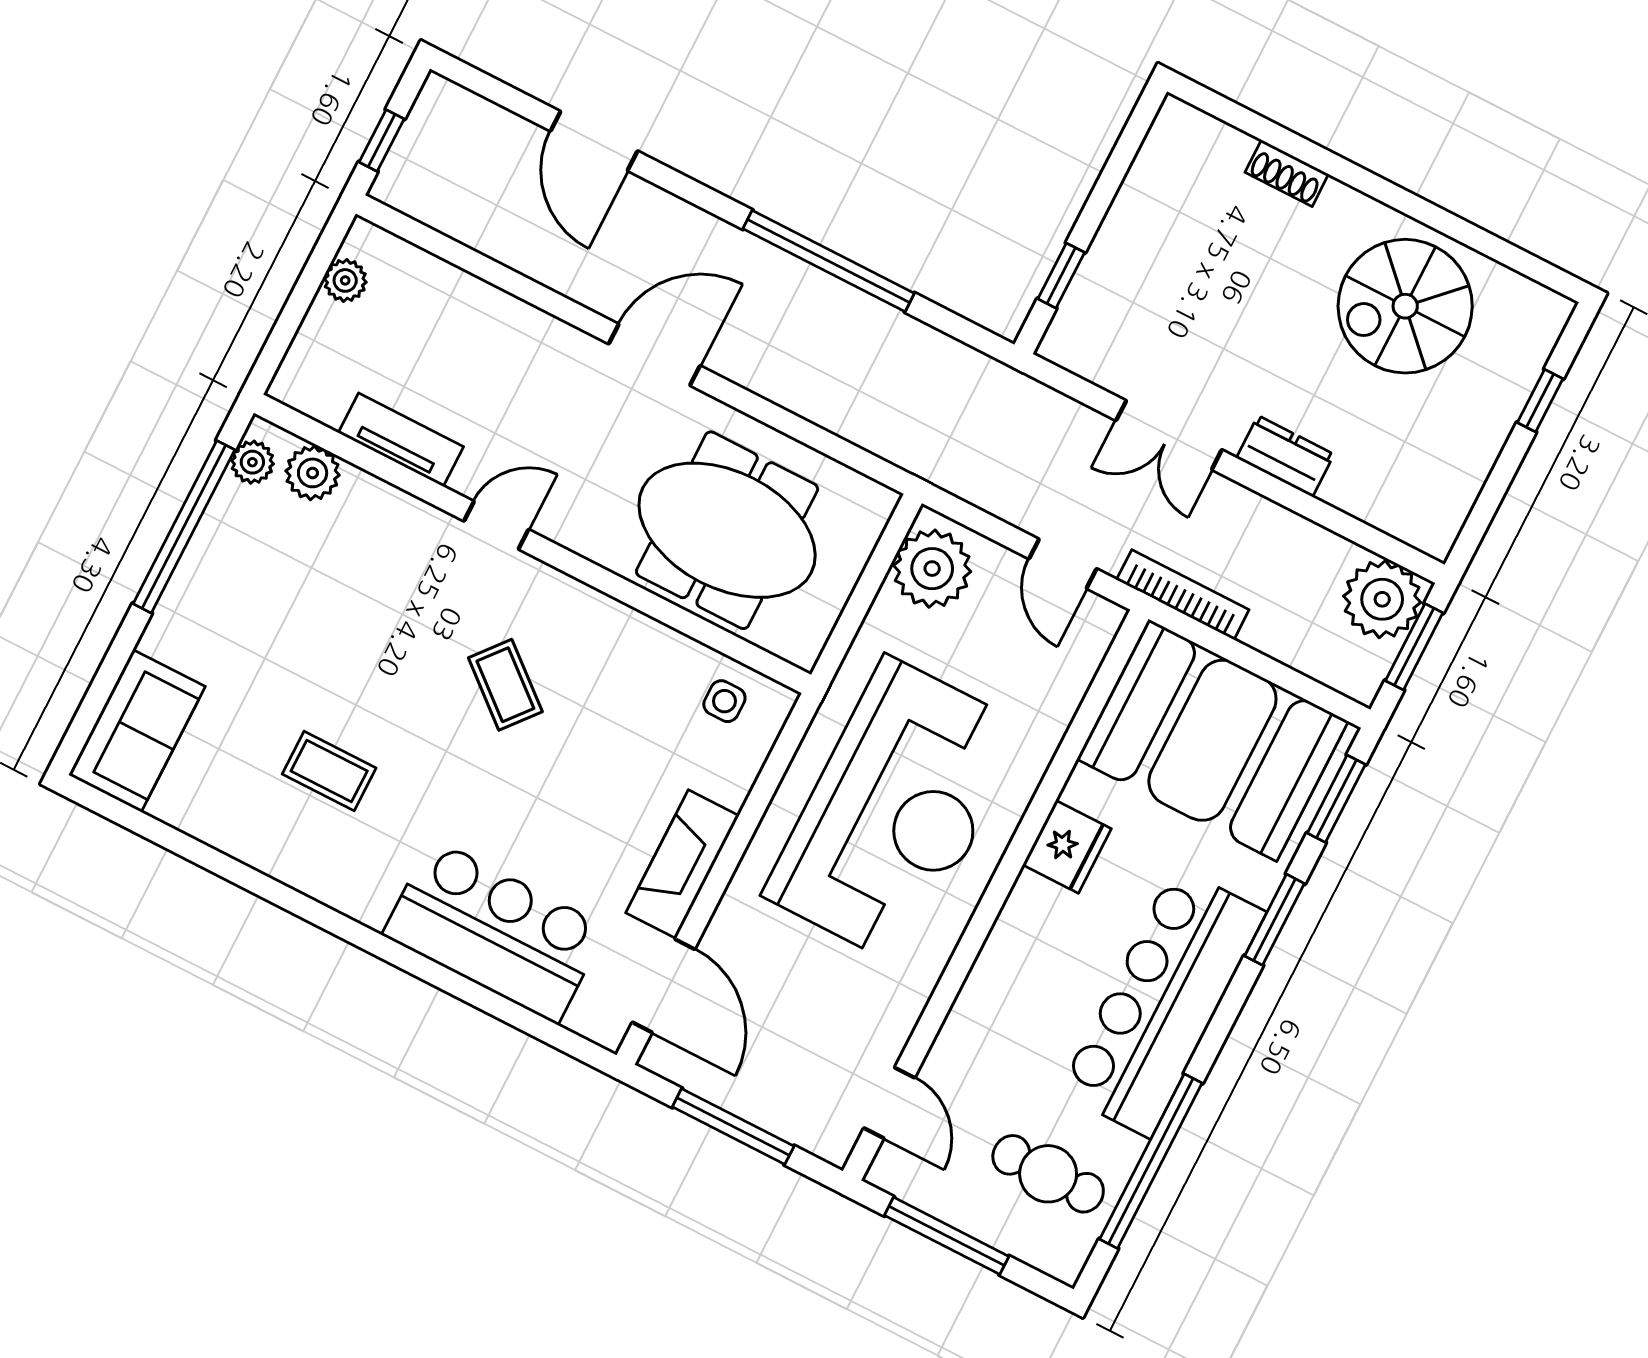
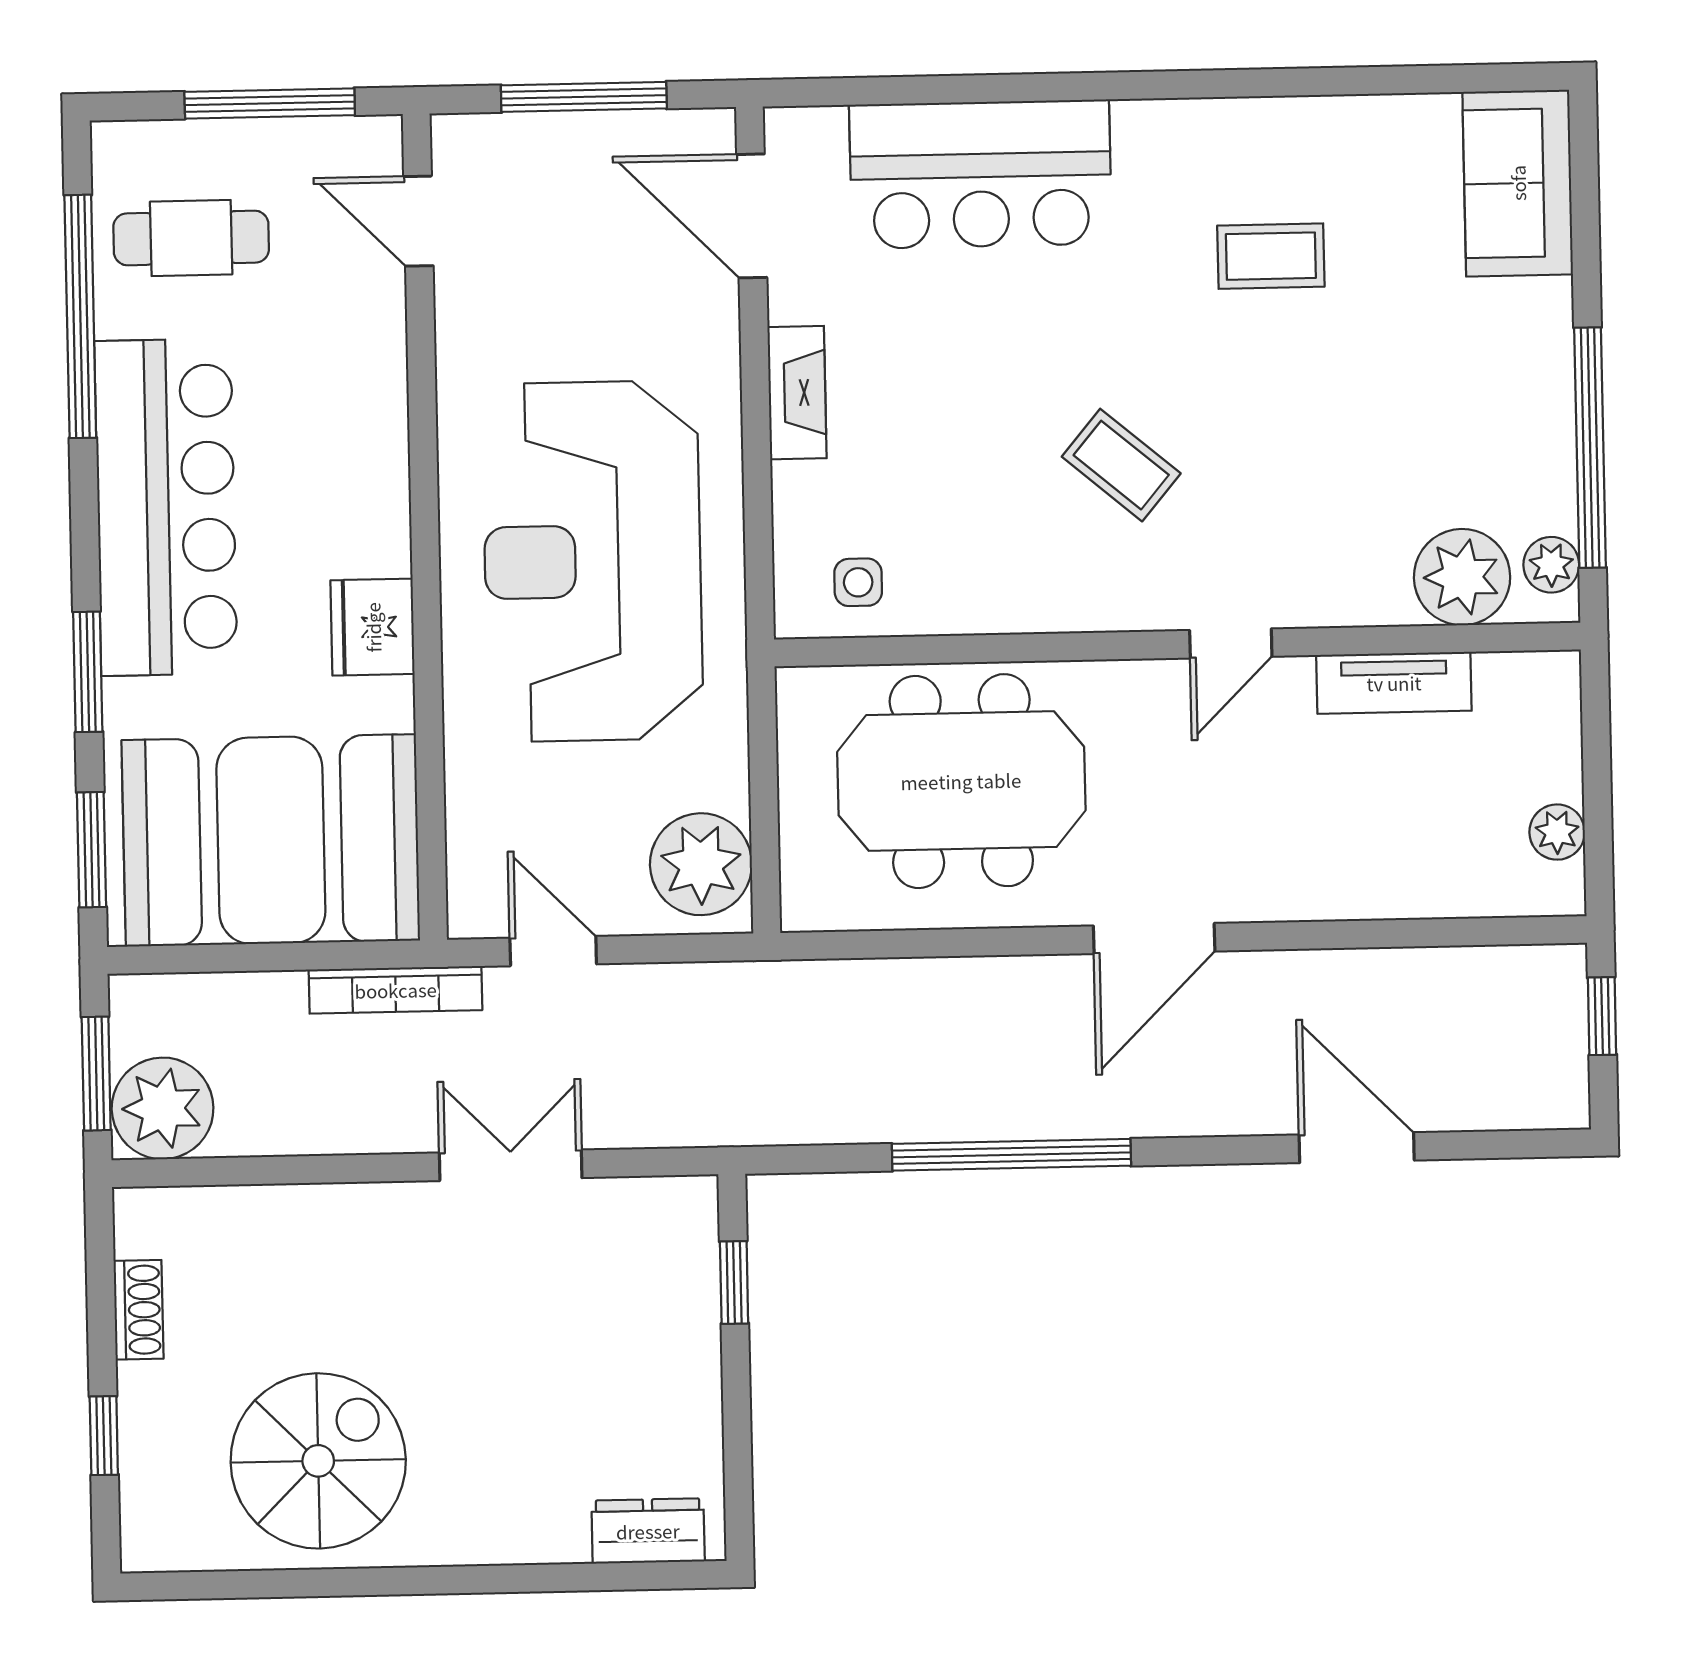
shoe rack: (1287, 173) -> (138, 1310), moved, turned 90
dresser: (1285, 456) -> (648, 1531), moved, turned 180
plant: (313, 473) -> (1462, 577), width x1.36, depth x1.36
fireplace: (682, 864) -> (797, 393), width x0.73, depth x0.76

